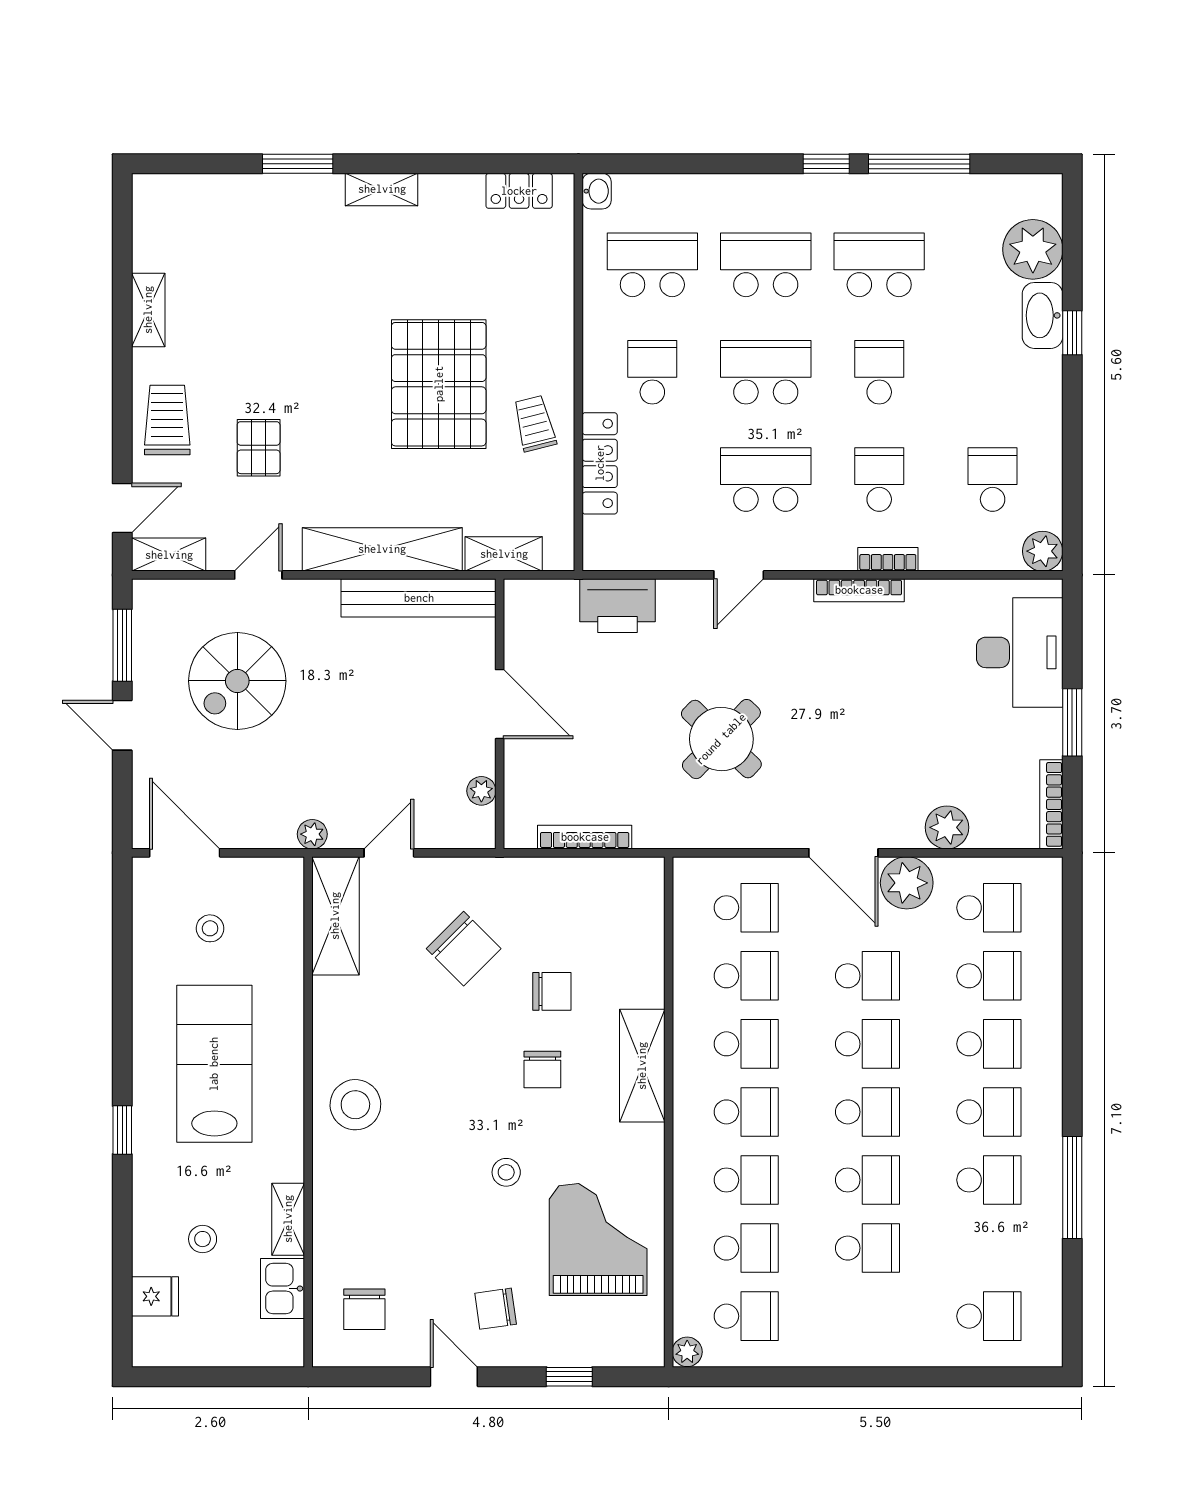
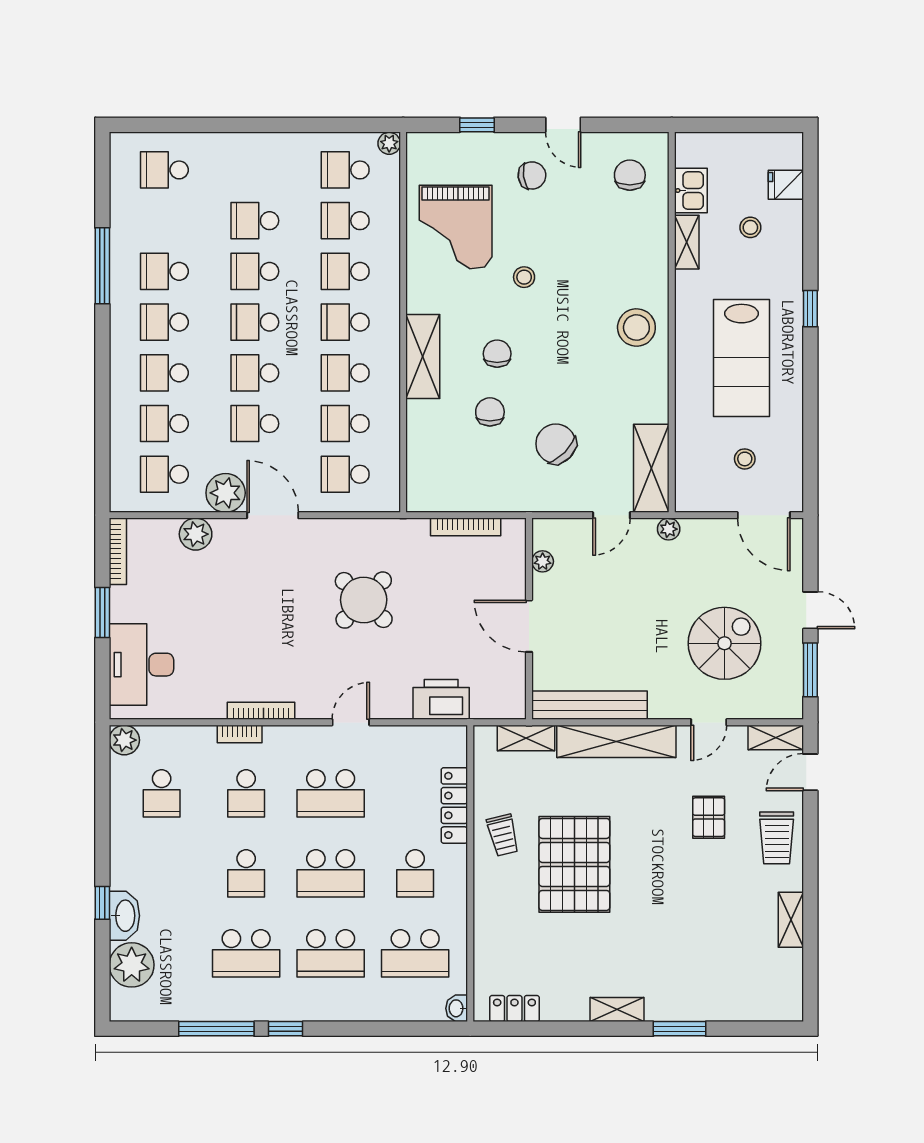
chair: (552, 991) -> (490, 412), turned 90

